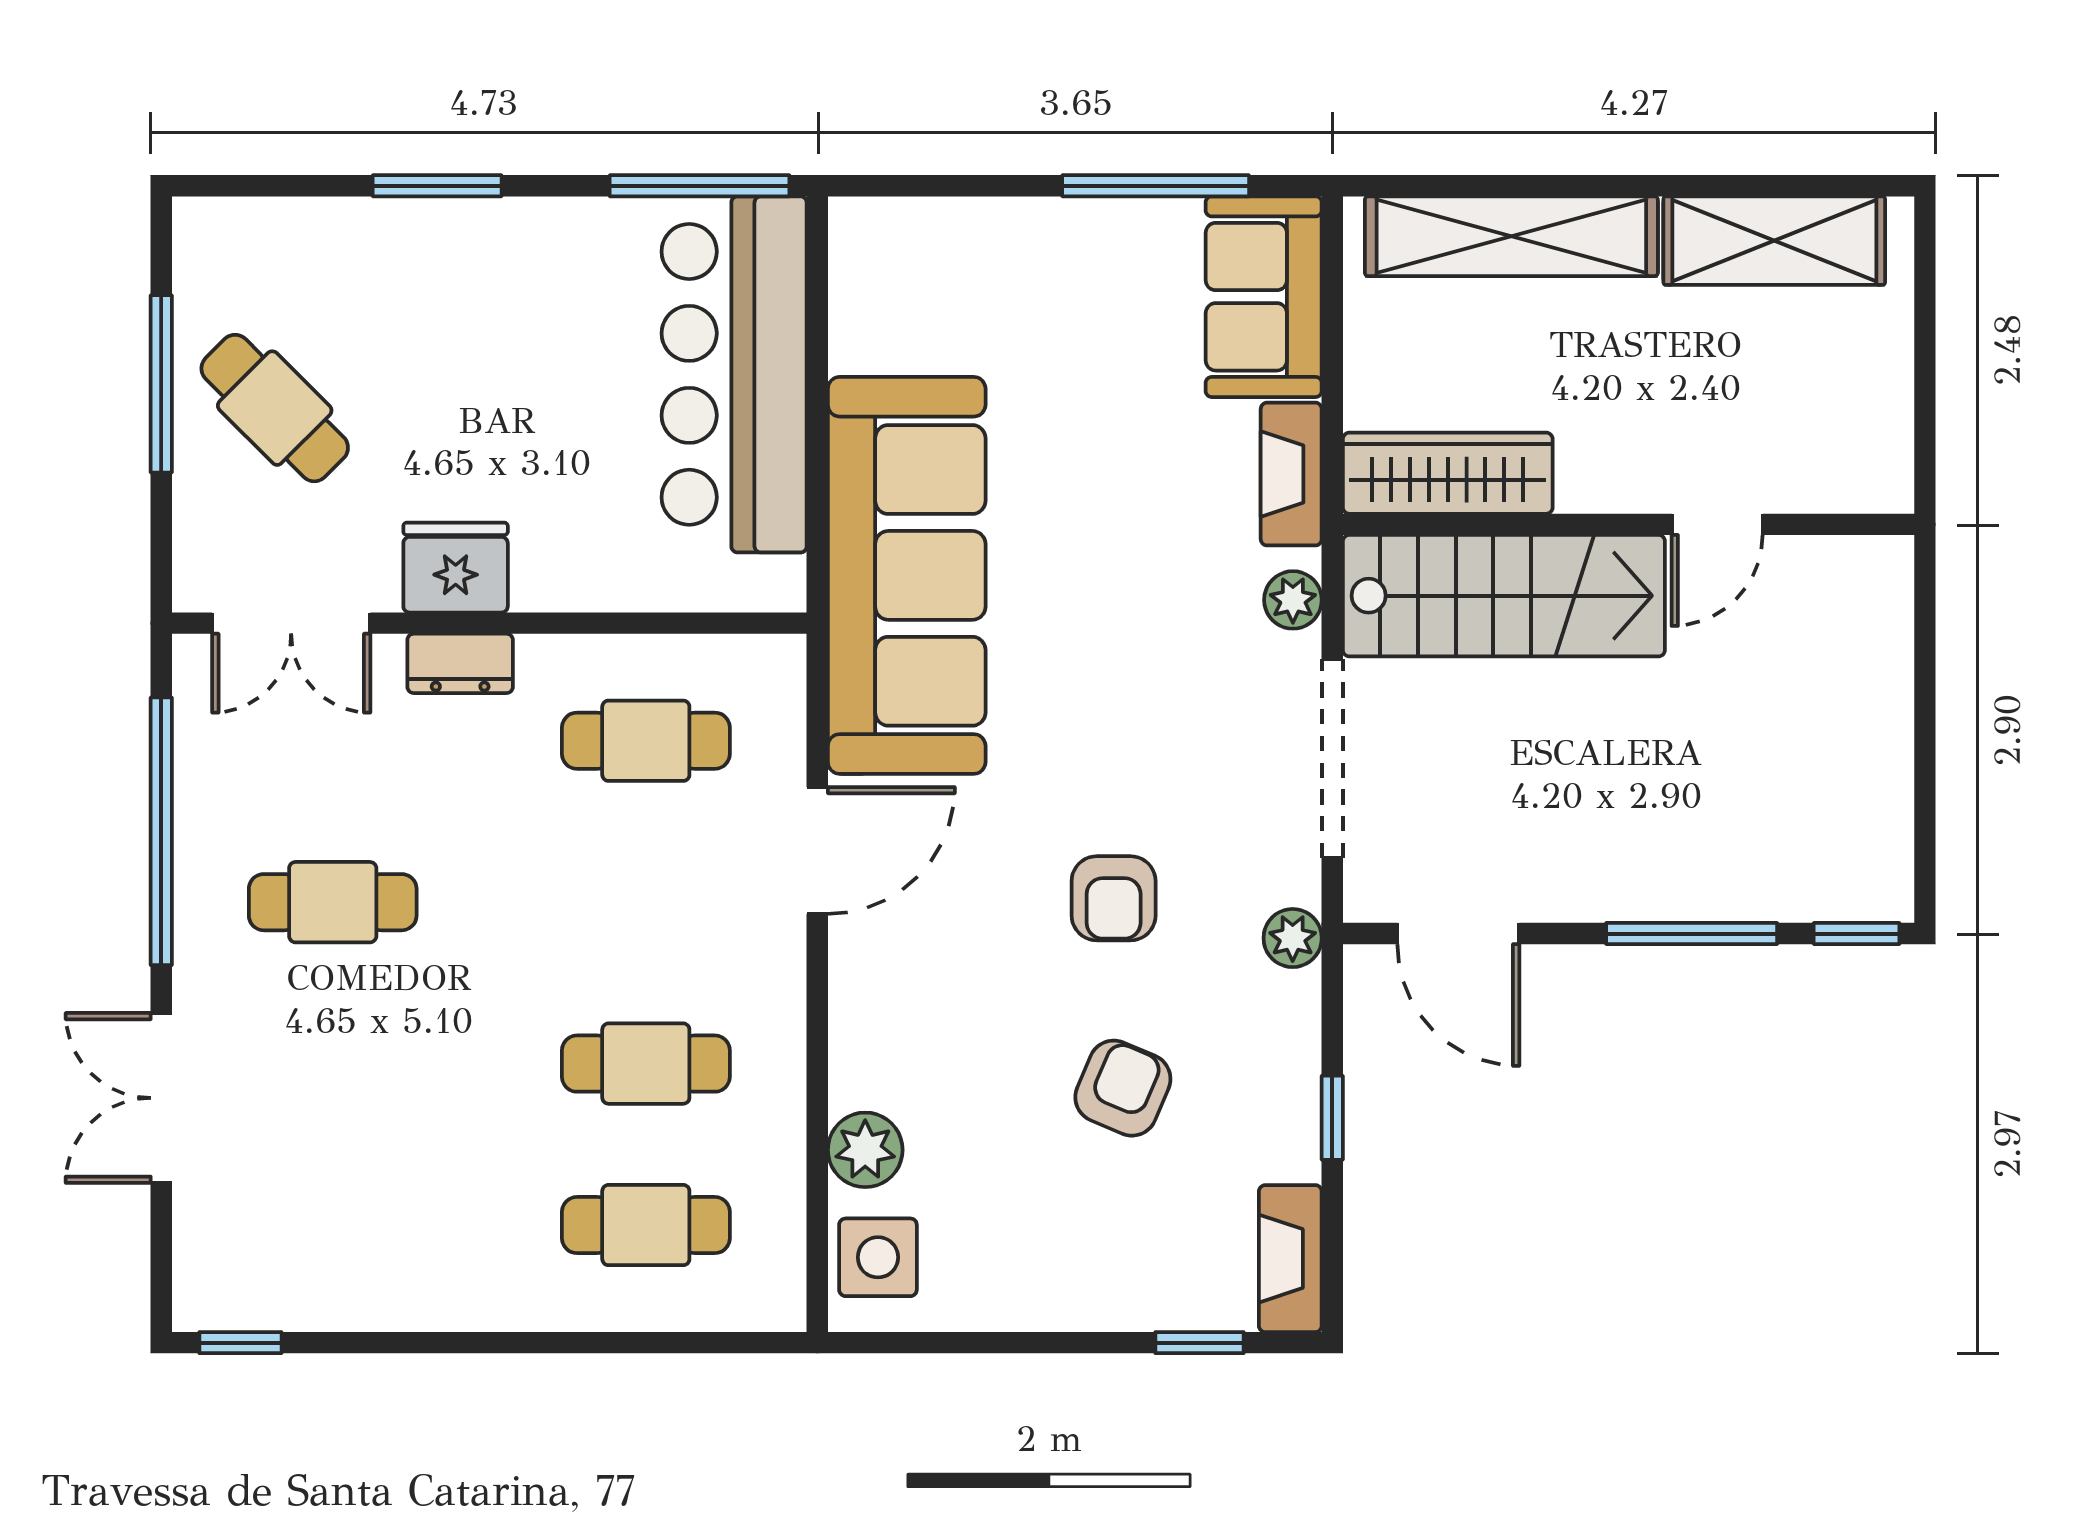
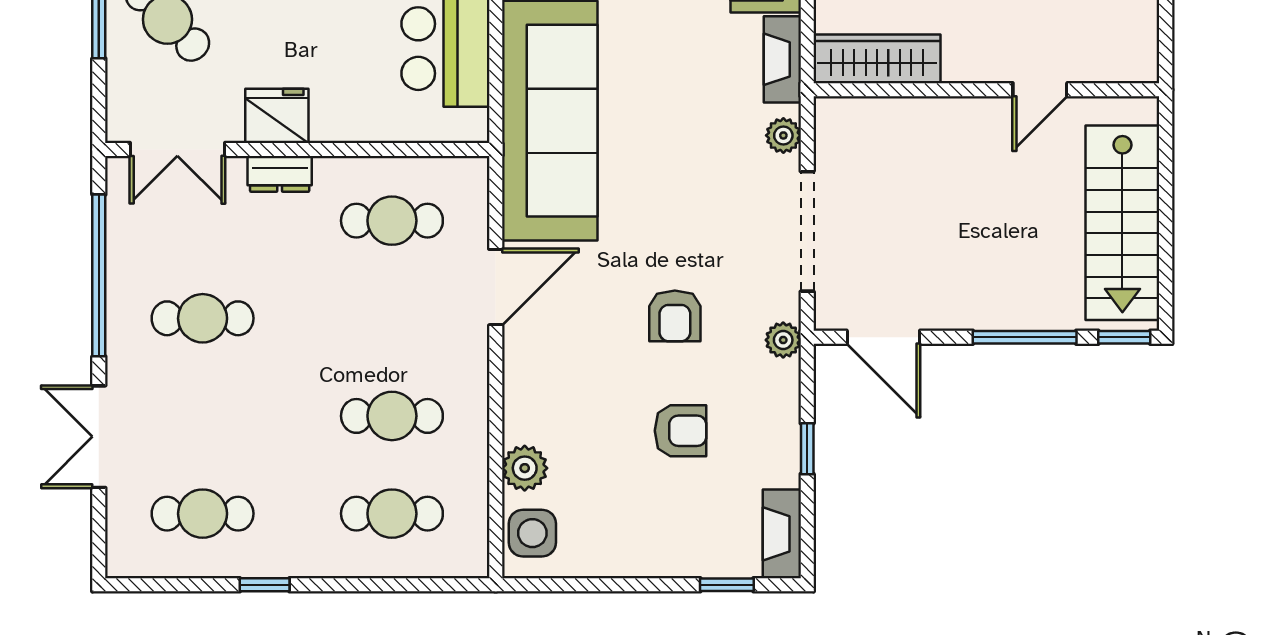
stairs: (1504, 596) -> (1122, 223), moved, turned 90
armchair: (1123, 1088) -> (681, 431), turned 67
cafe table: (333, 1225) -> (203, 514), added
window: (240, 1343) -> (265, 585), moved

